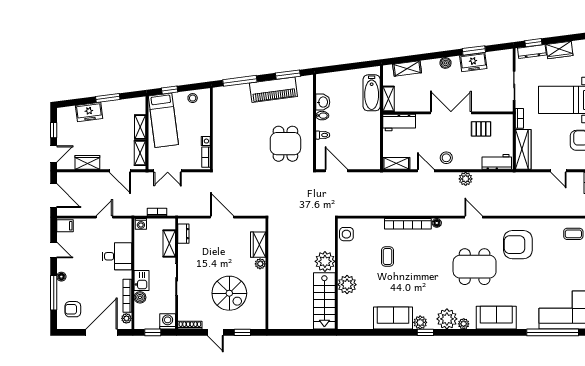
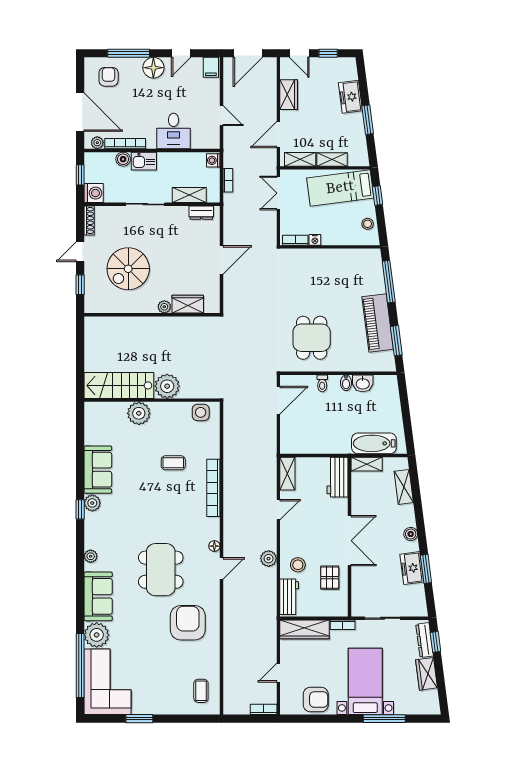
dining table: (285, 144) -> (312, 338), turned 90
stool: (446, 158) -> (298, 565), moved
floor lamp: (437, 223) -> (214, 546), moved
floor lamp: (61, 277) -> (153, 68), width x1.89, depth x1.89
plant: (447, 319) -> (97, 635), moved

